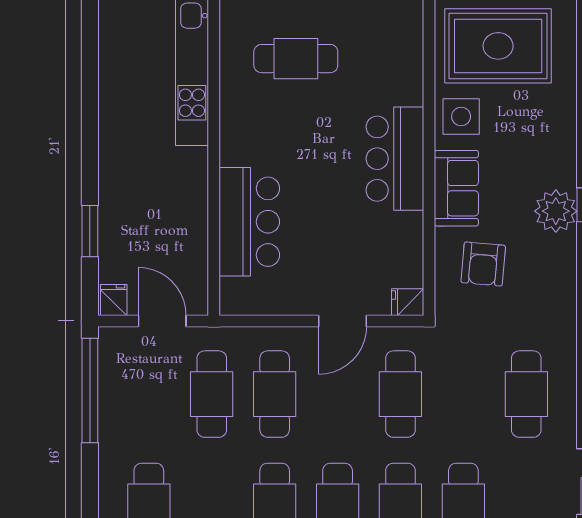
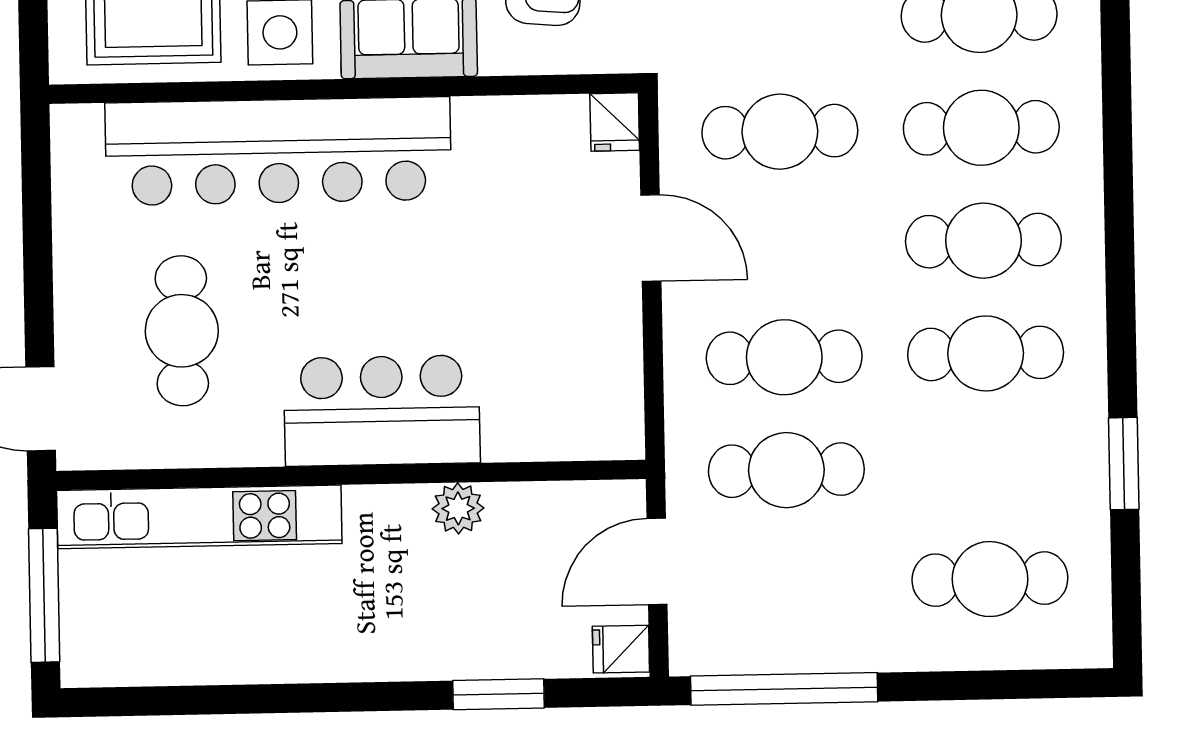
bar counter: (395, 159) -> (278, 151), width x1.86
plant: (194, 211) -> (458, 508), added
bar counter: (249, 222) -> (382, 411), moved

